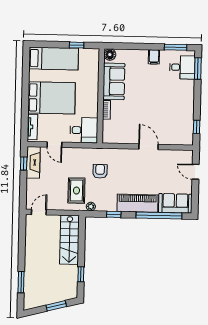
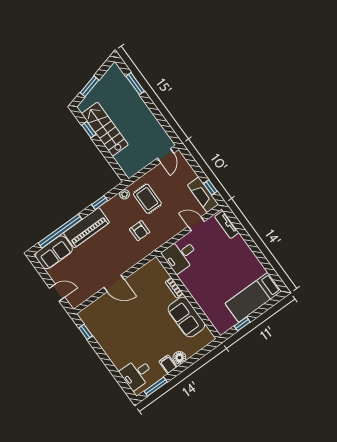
floor lamp: (110, 55) -> (179, 358), moved
window: (198, 69) -> (123, 383), removed
bed: (52, 98) -> (229, 262), removed
stairs: (69, 240) -> (105, 129), moved

